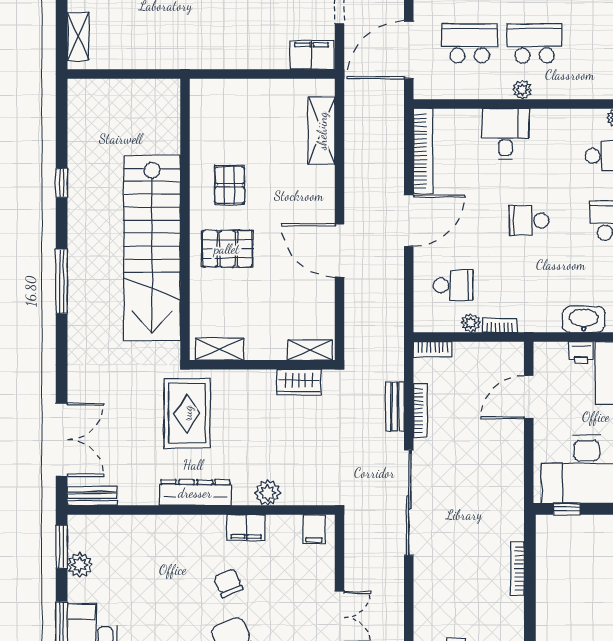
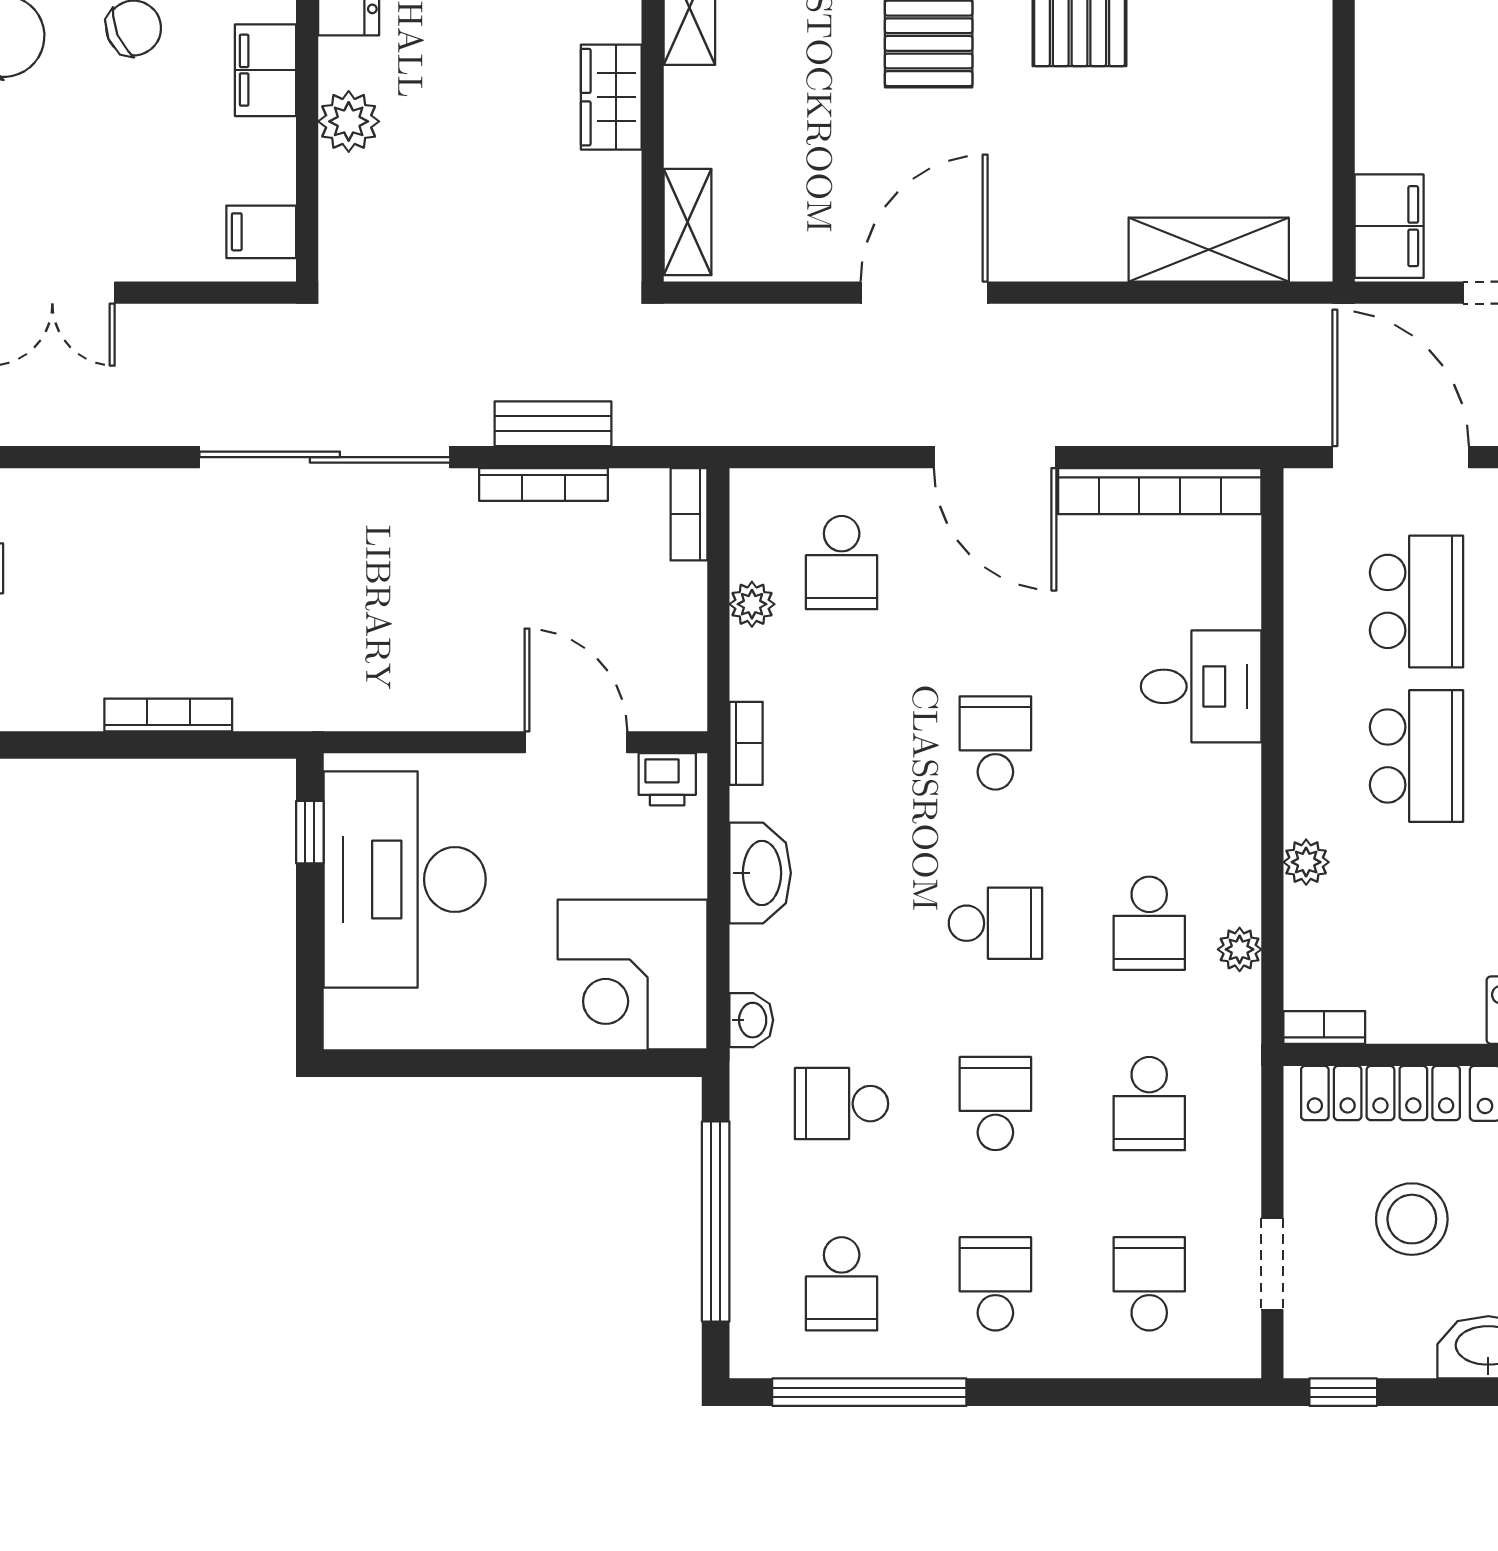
plant: (522, 90) -> (1306, 862), moved
bookcase: (500, 325) -> (746, 743), moved
printer: (581, 353) -> (667, 779), moved, turned -90
wardrobe: (299, 382) -> (611, 97), moved

